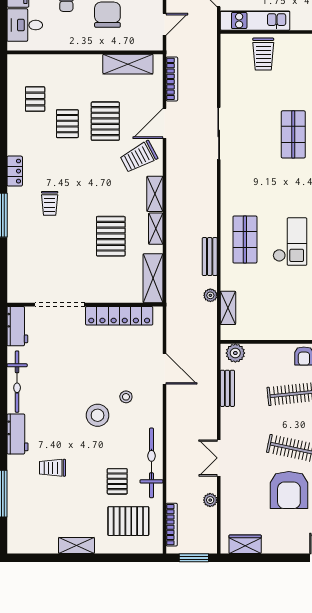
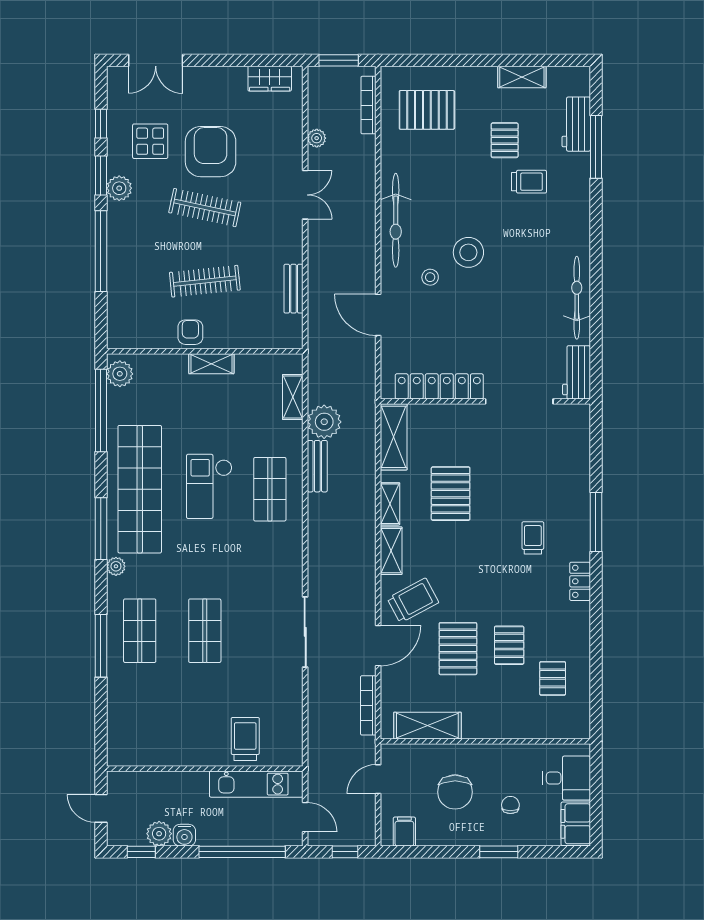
plant: (210, 295) -> (324, 422), width x1.88, depth x1.88
shelving: (288, 333) -> (211, 364), added
plant: (235, 353) -> (283, 336), removed
workbench: (17, 434) -> (576, 124), moved
bicycle: (151, 463) -> (396, 220), moved
pallet: (117, 481) -> (505, 140), moved
shelving: (76, 545) -> (522, 77), moved

